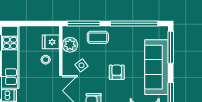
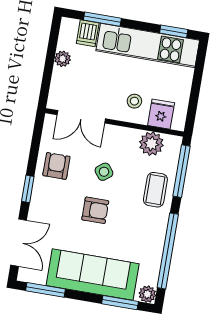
plant: (163, 31) -> (147, 294), added
window: (171, 47) -> (120, 303), width x0.69
side table: (81, 65) -> (104, 172), moved

